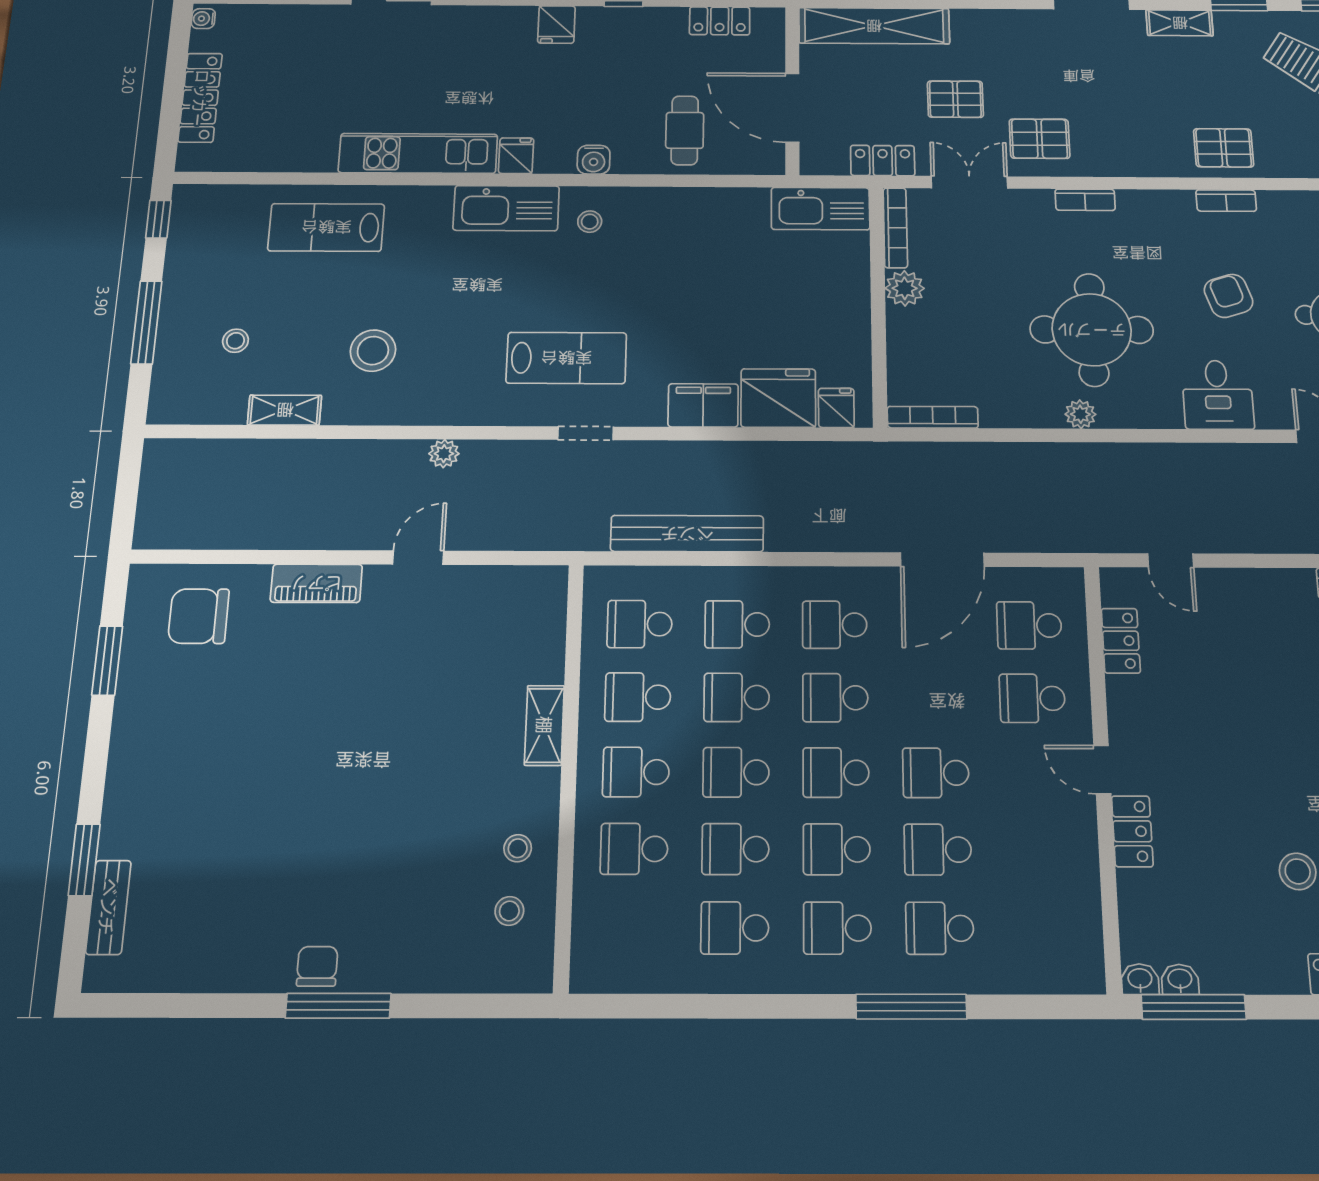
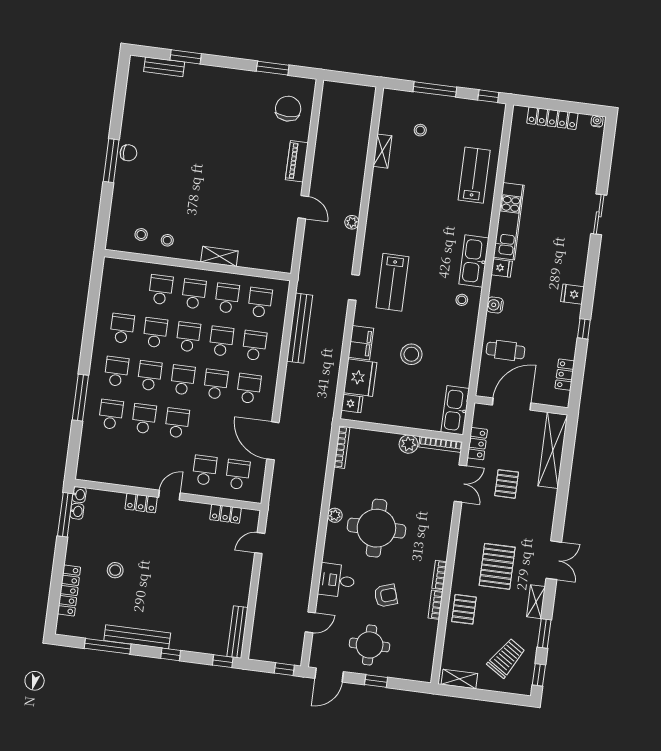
pallet: (1040, 139) -> (497, 566), moved, width x1.50, depth x1.42
bookcase: (1085, 200) -> (439, 575), moved
stool: (373, 351) -> (411, 354), moved

